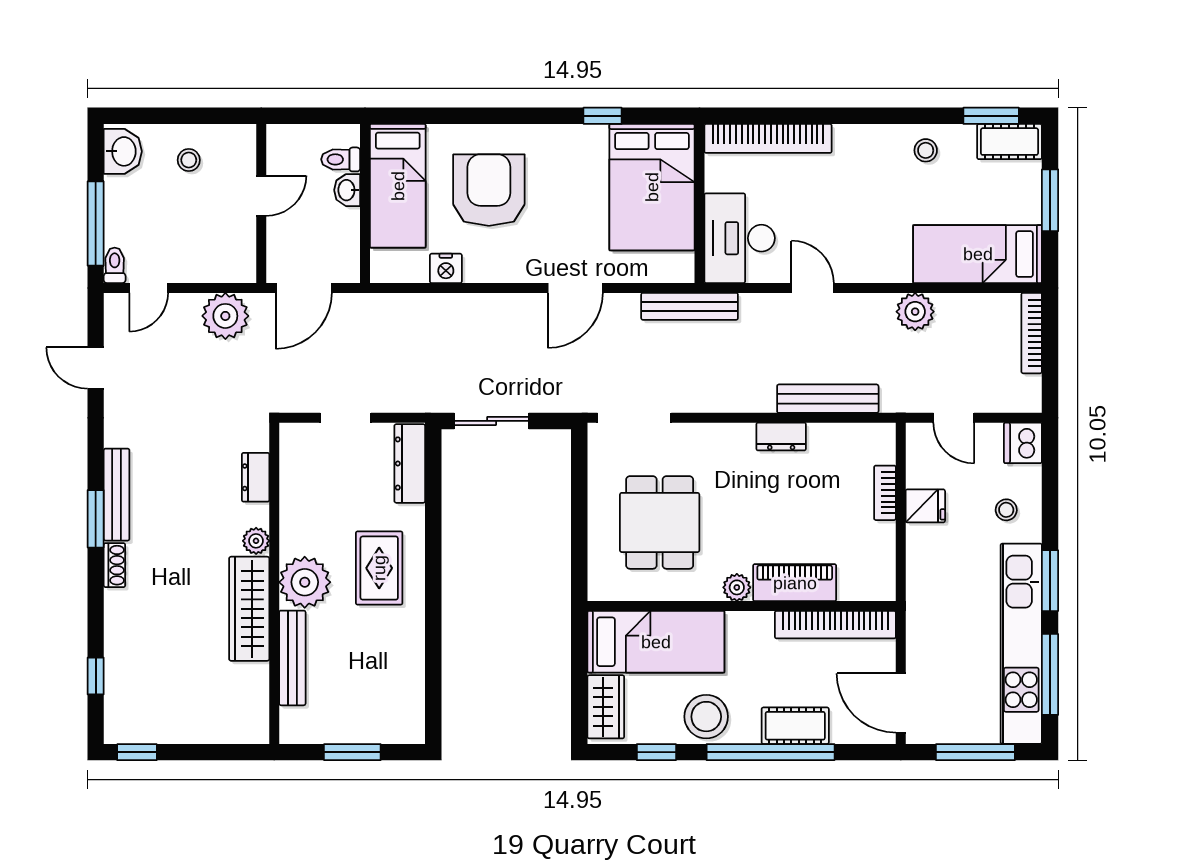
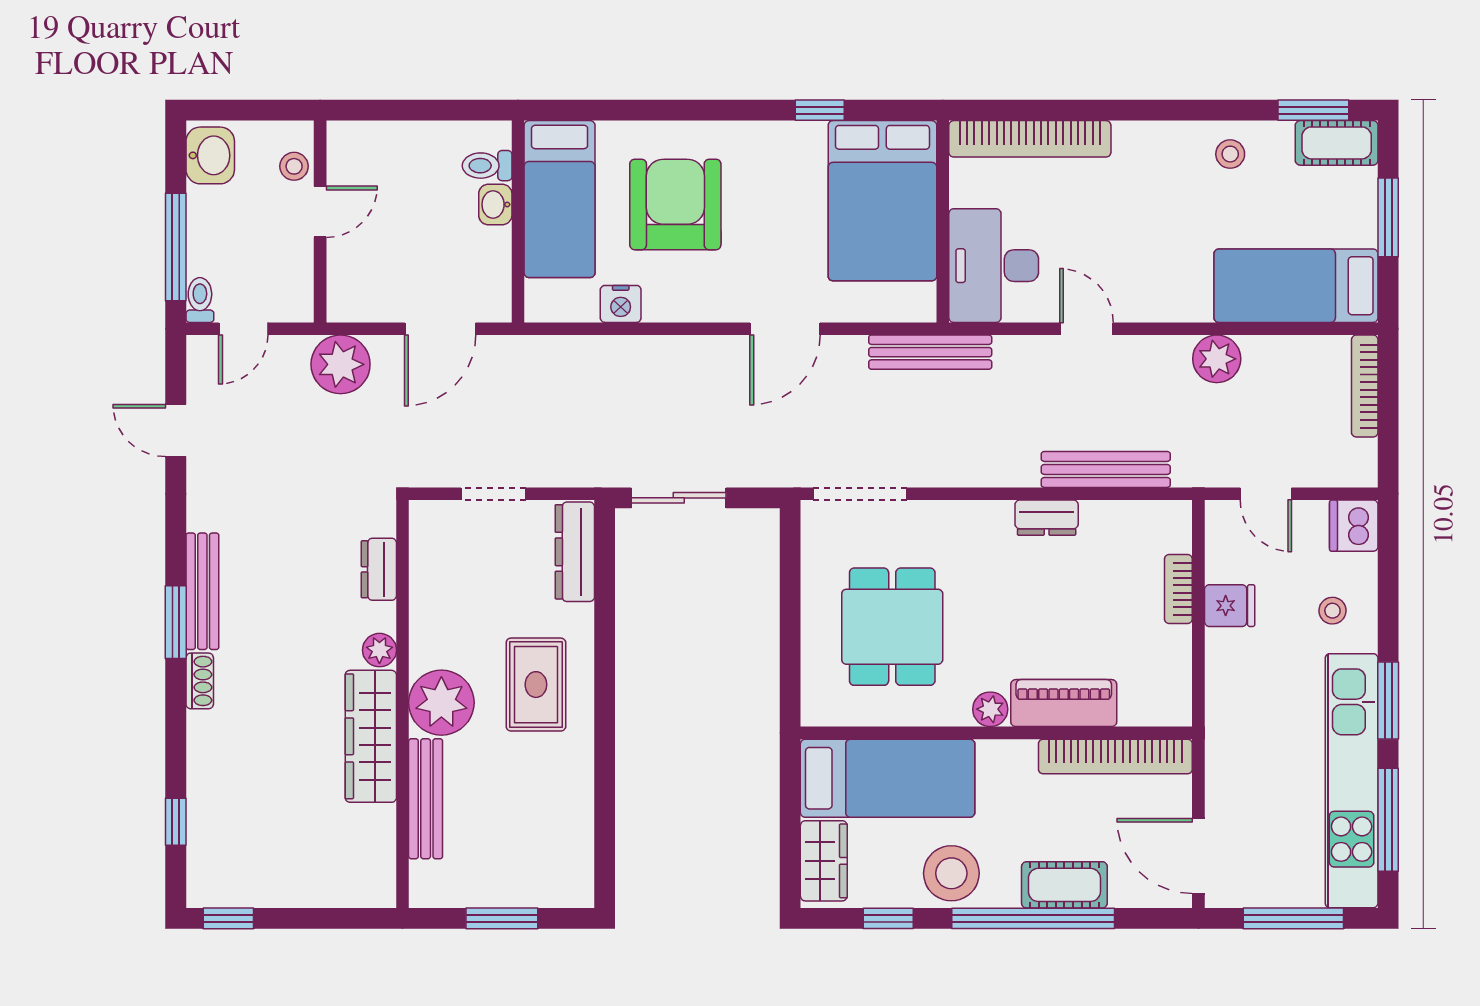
door: (261, 196) -> (320, 212), moved
wall: (261, 203) -> (320, 222), moved

